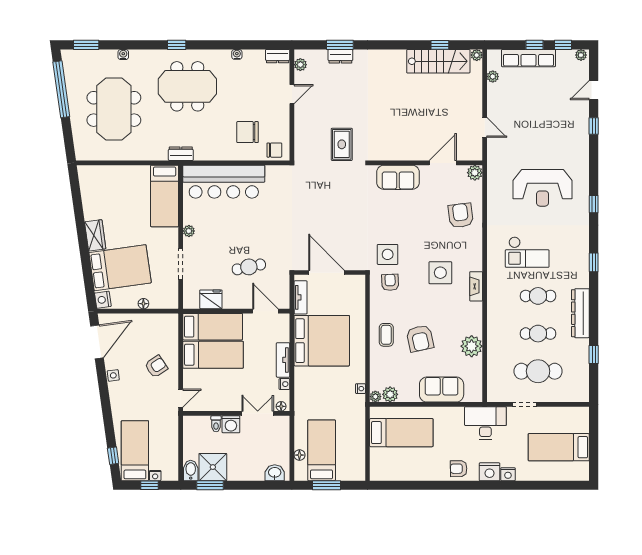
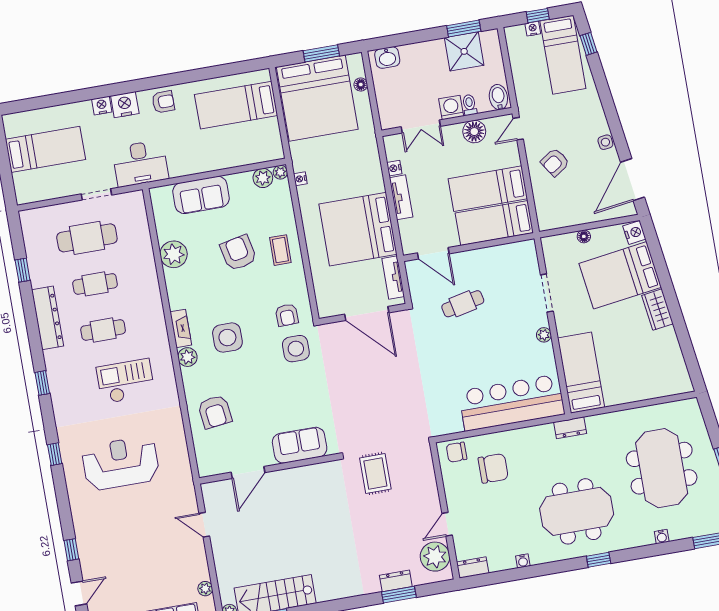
plant: (300, 65) -> (435, 557), width x1.87, depth x1.87
plant: (475, 173) -> (187, 357), moved
fridge: (211, 299) -> (502, 256), removed
floor lamp: (281, 406) -> (474, 132), moved, width x1.89, depth x1.89
bed: (401, 433) -> (236, 105), moved
bed: (322, 450) -> (317, 98), width x2.04
bidet: (191, 470) -> (498, 97), moved, turned 180

